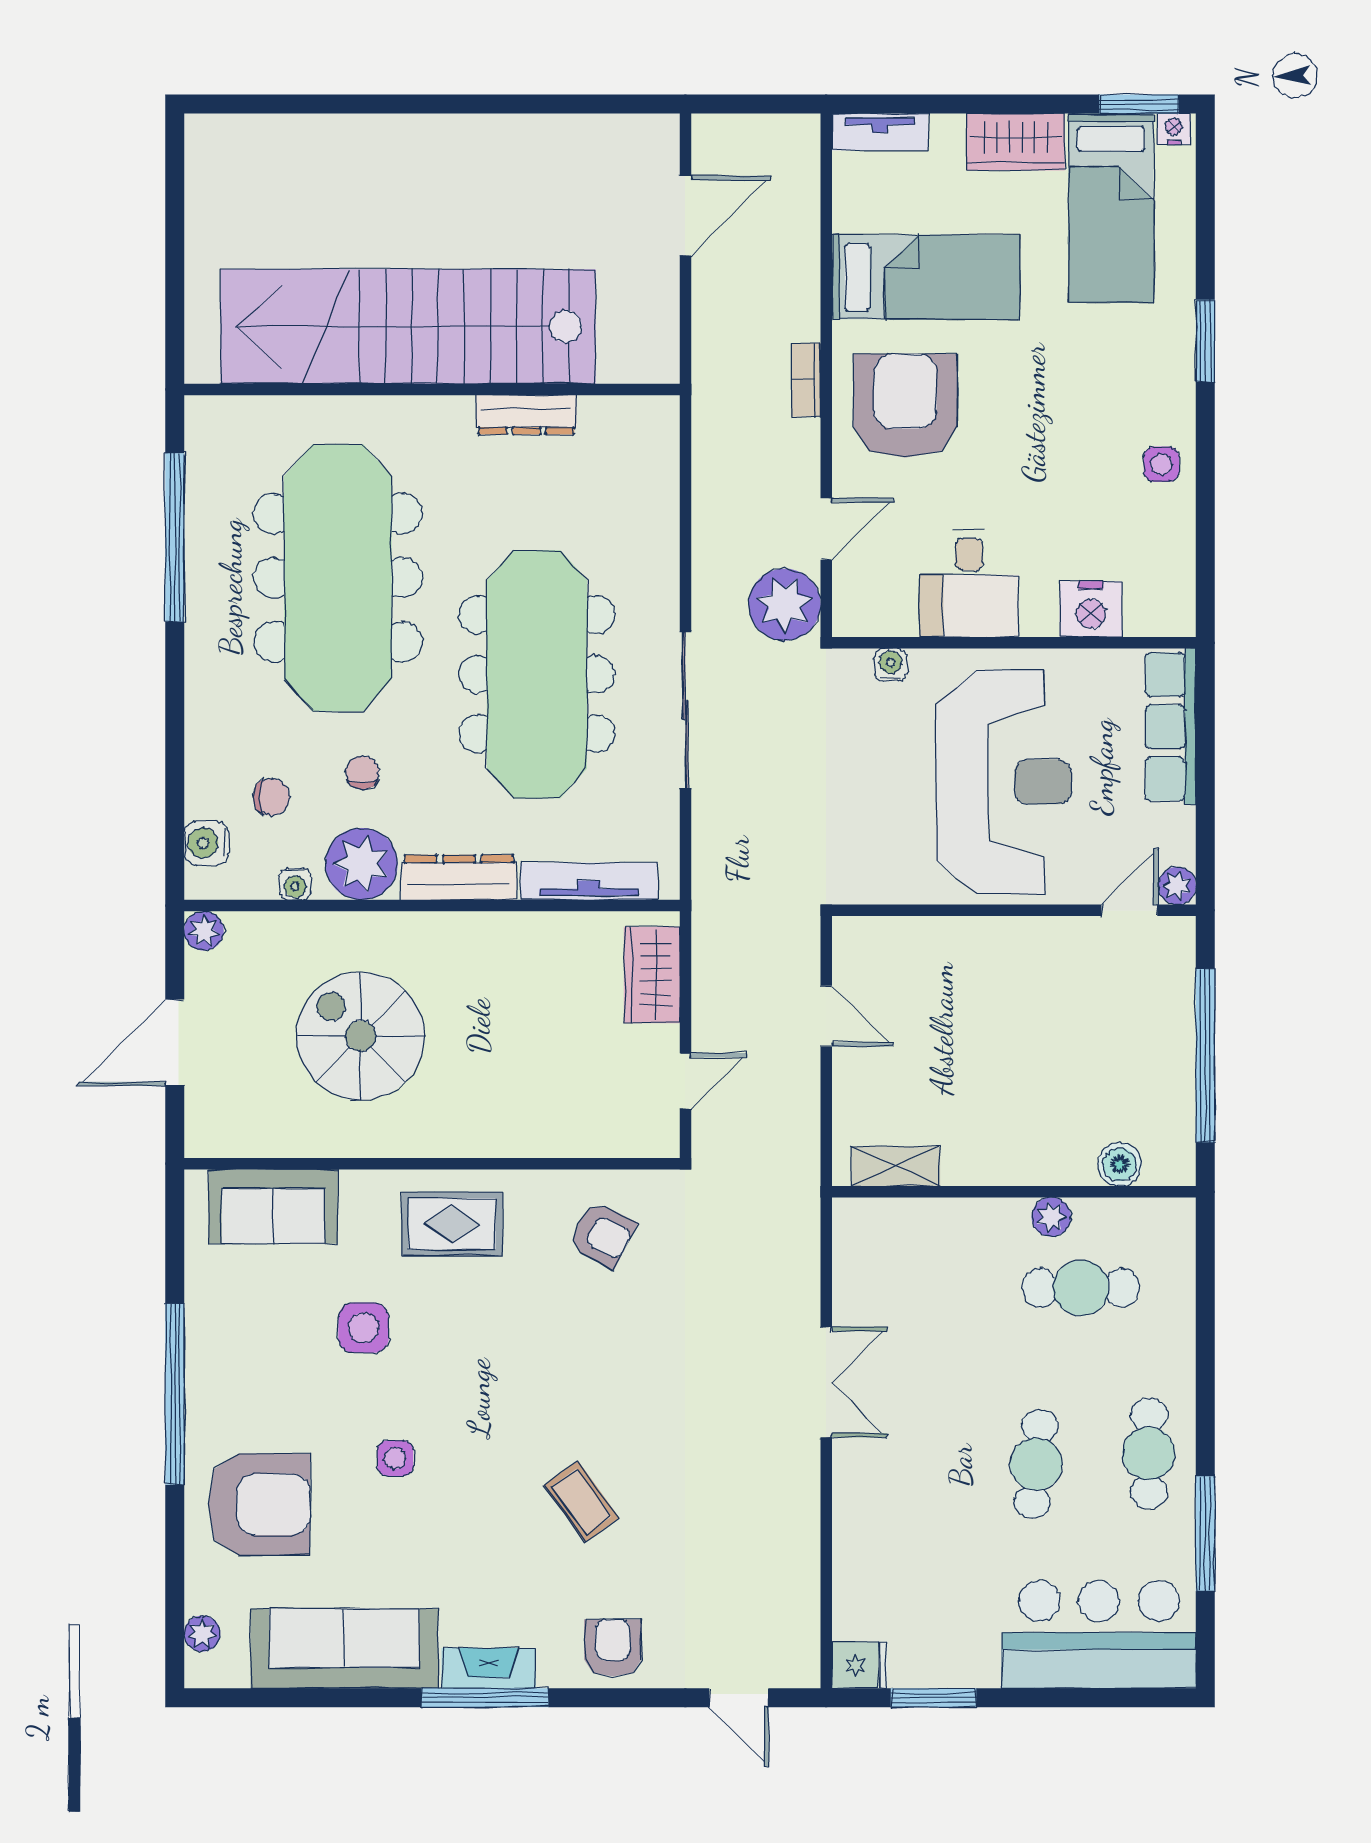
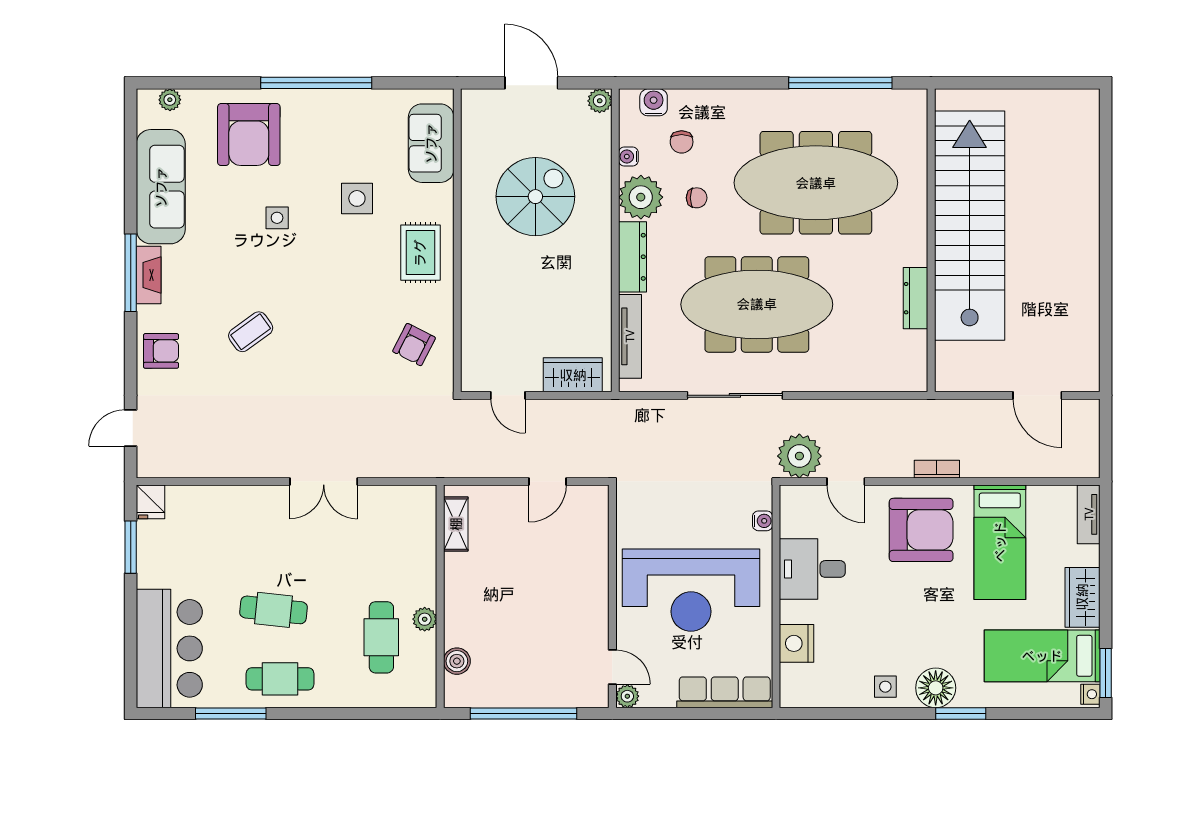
floor lamp: (1163, 382) -> (936, 688), added

